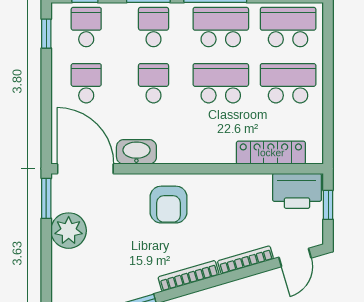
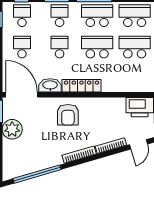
locker: (271, 153) -> (82, 86), moved

